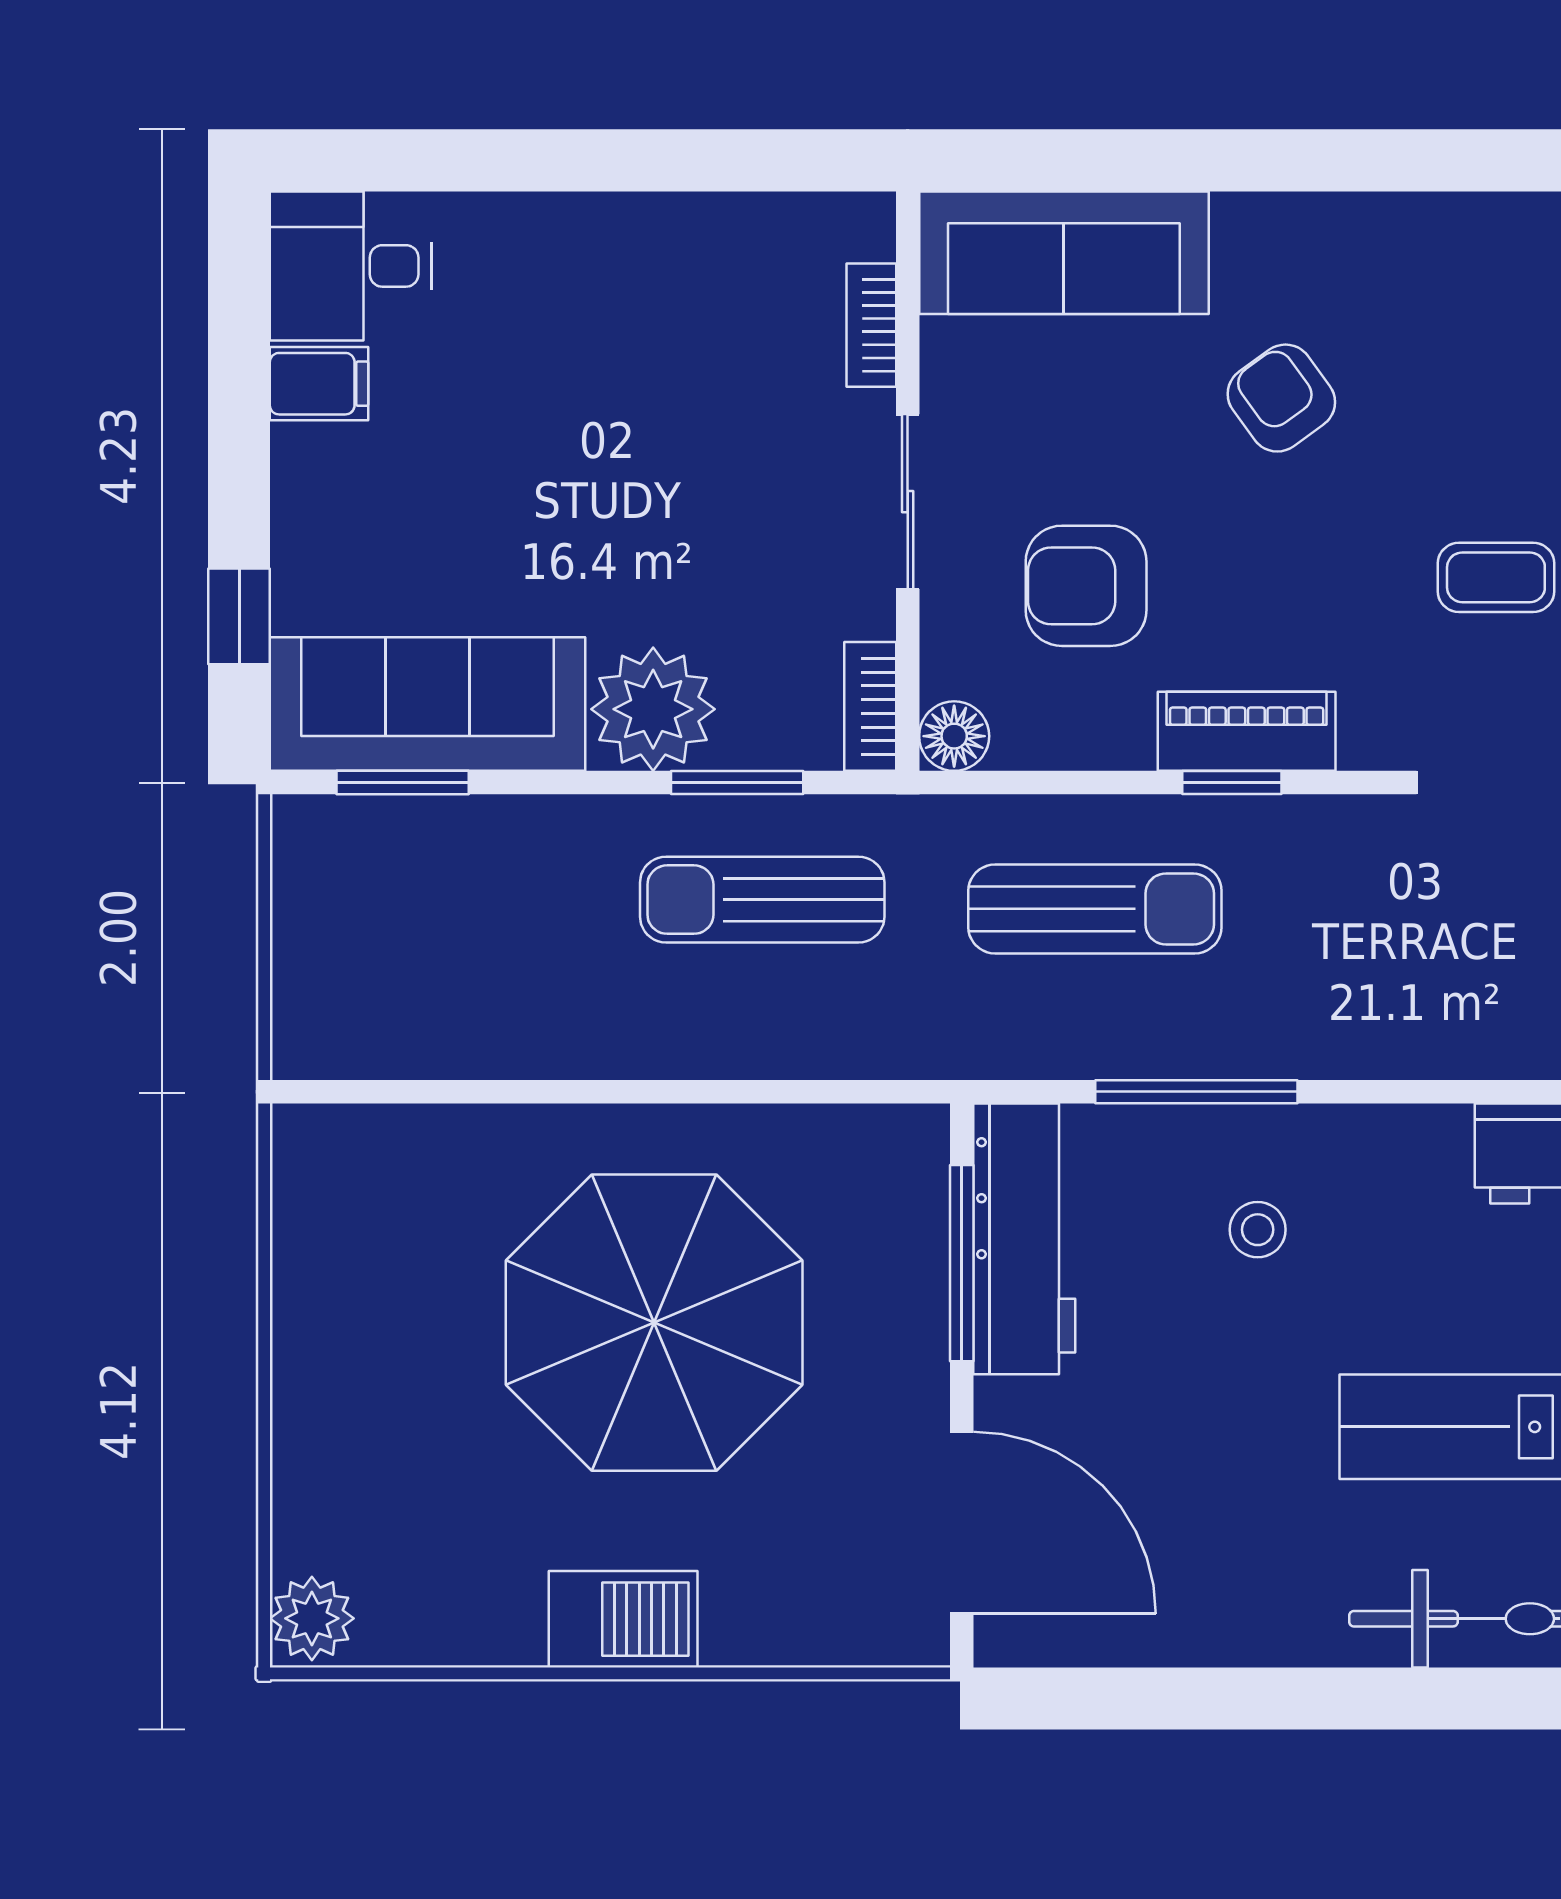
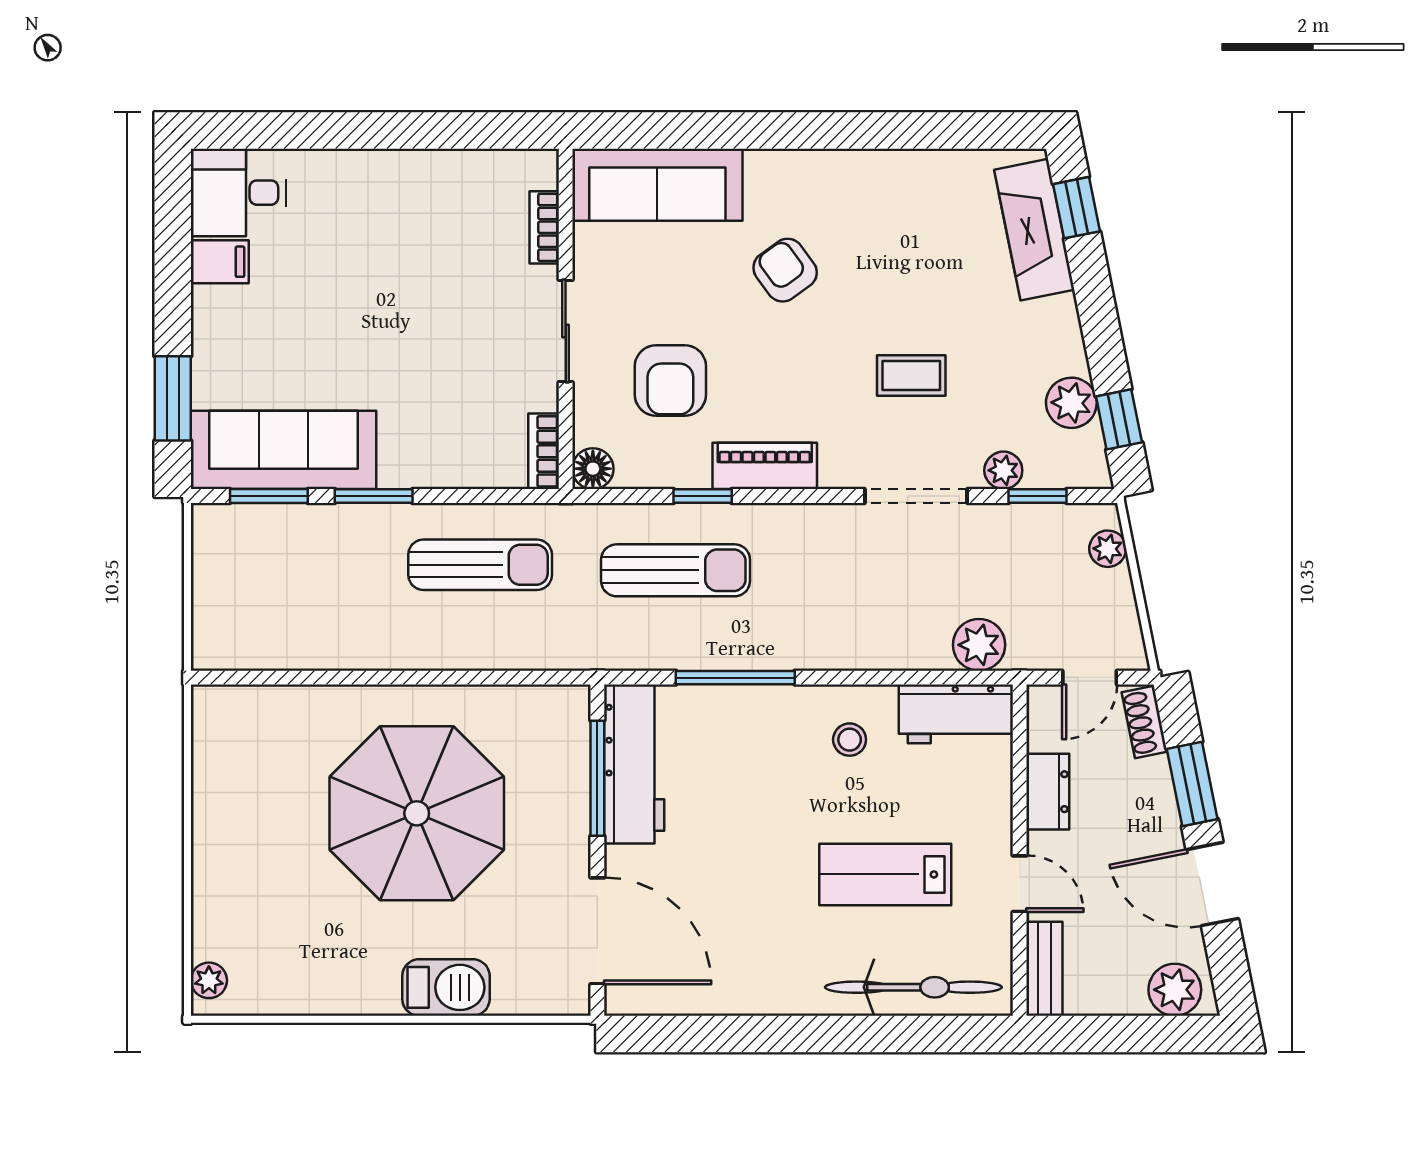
armchair: (1086, 586) -> (670, 380), turned -90
window: (239, 616) -> (173, 398), width x1.50
plant: (653, 709) -> (416, 453), removed
window: (737, 783) -> (374, 496), moved
window: (1232, 783) -> (703, 496), moved
sun lounger: (762, 900) -> (480, 565), turned 180
stool: (1258, 1230) -> (850, 740), moved
plant: (312, 1618) -> (209, 980), width x0.73, depth x0.73
barbecue: (623, 1619) -> (446, 987), moved

